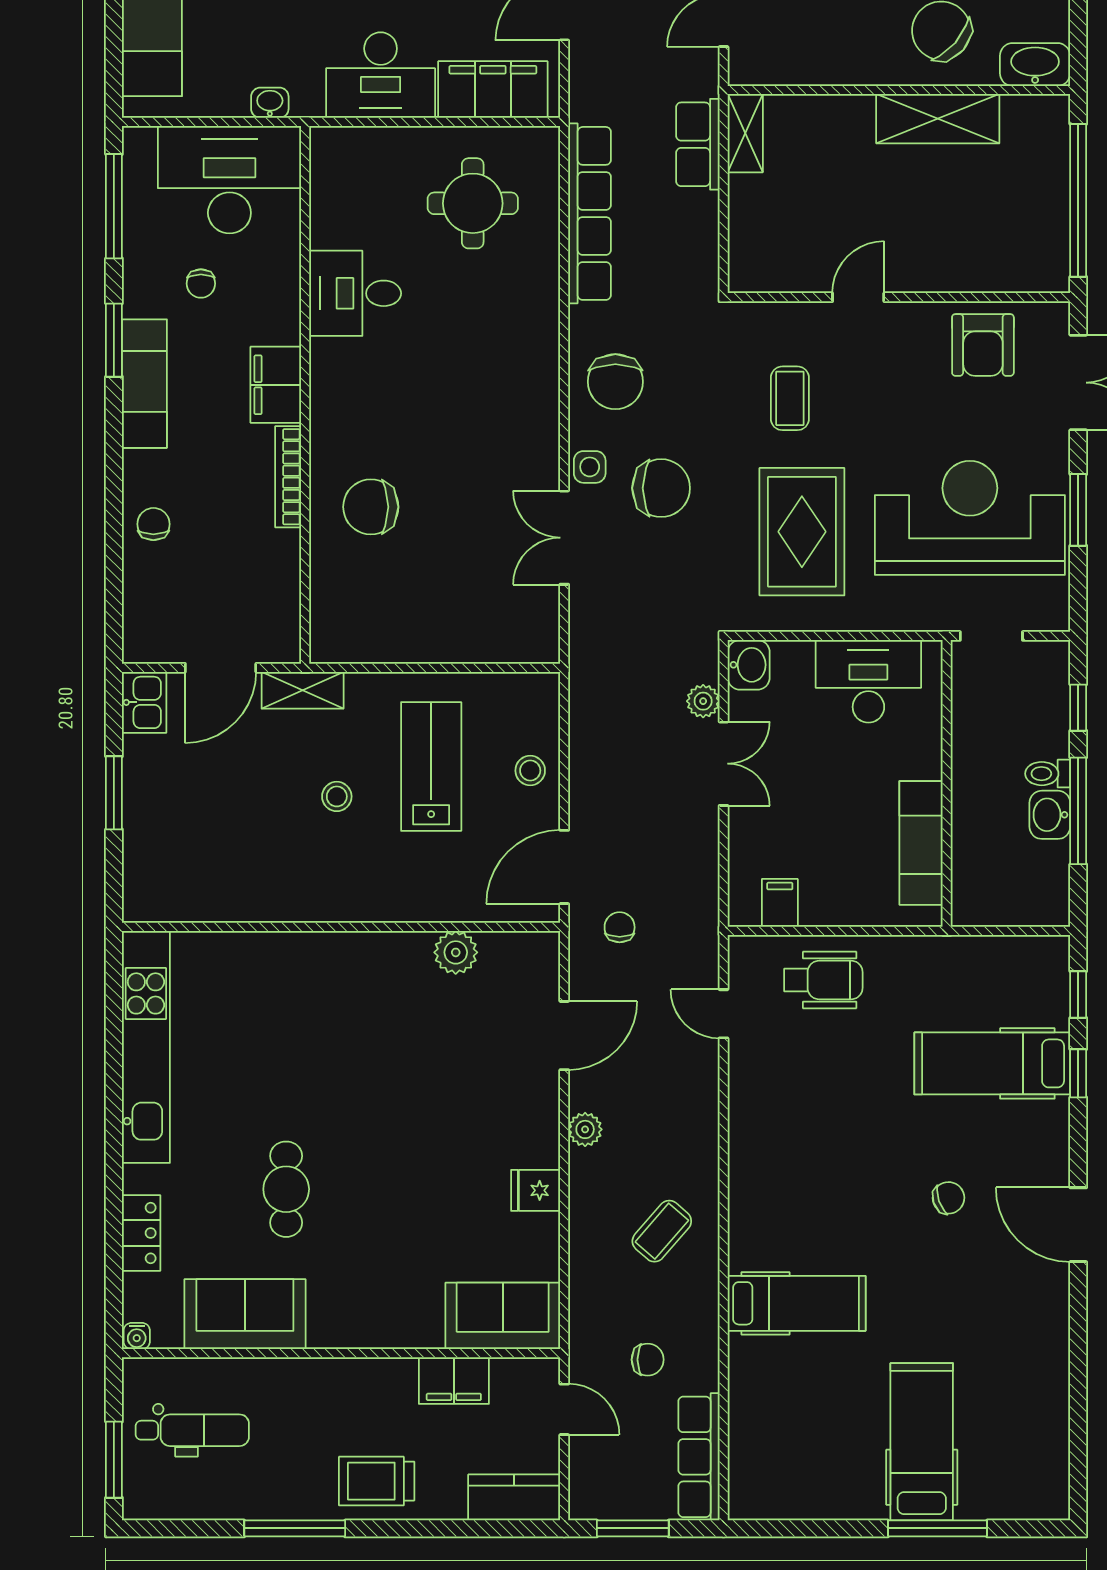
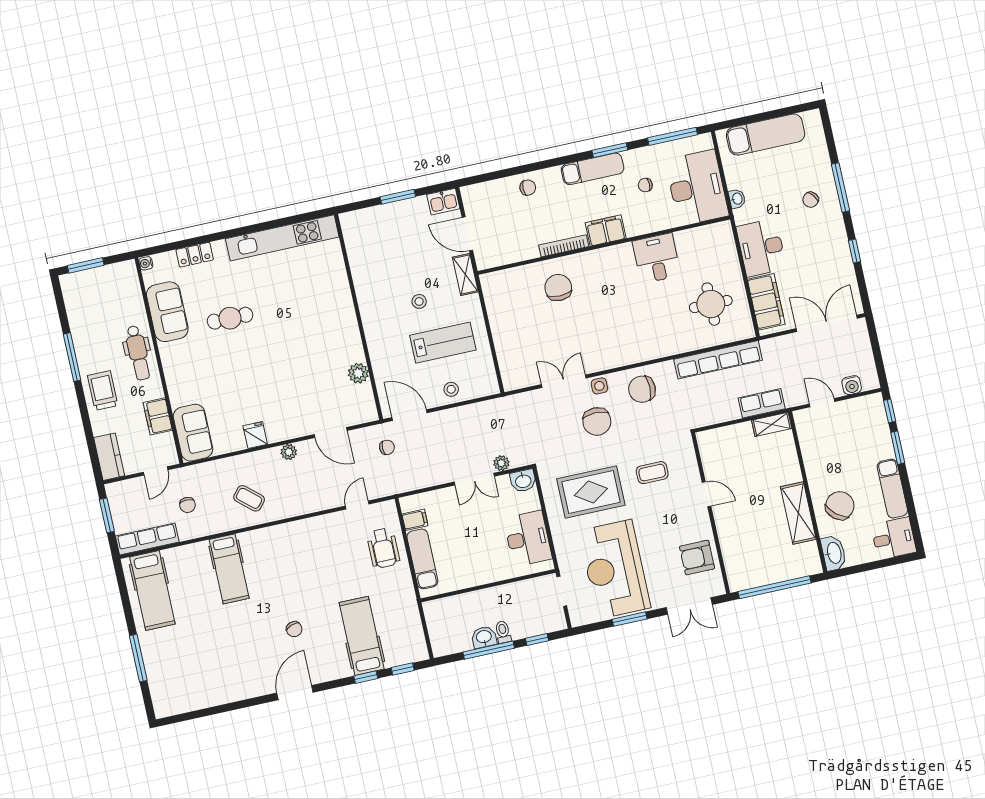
reception desk: (970, 518) -> (615, 569), turned 180
exam couch: (921, 843) -> (422, 559), moved, turned 90
dental chair: (192, 1430) -> (138, 353), moved
hospital bed: (922, 1442) -> (152, 590), moved, turned 90

